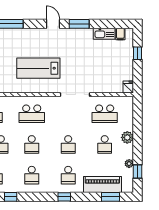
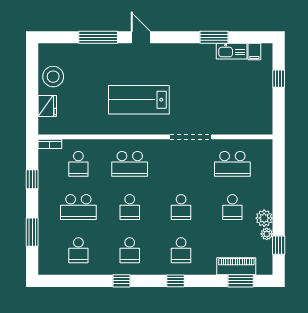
door: (53, 24) -> (141, 37), moved
window: (79, 24) -> (214, 37), moved
fridge: (128, 87) -> (265, 126), removed
plant: (127, 137) -> (264, 218), moved
piano: (102, 185) -> (236, 266), width x0.73, depth x0.75
window: (11, 197) -> (122, 281), moved

